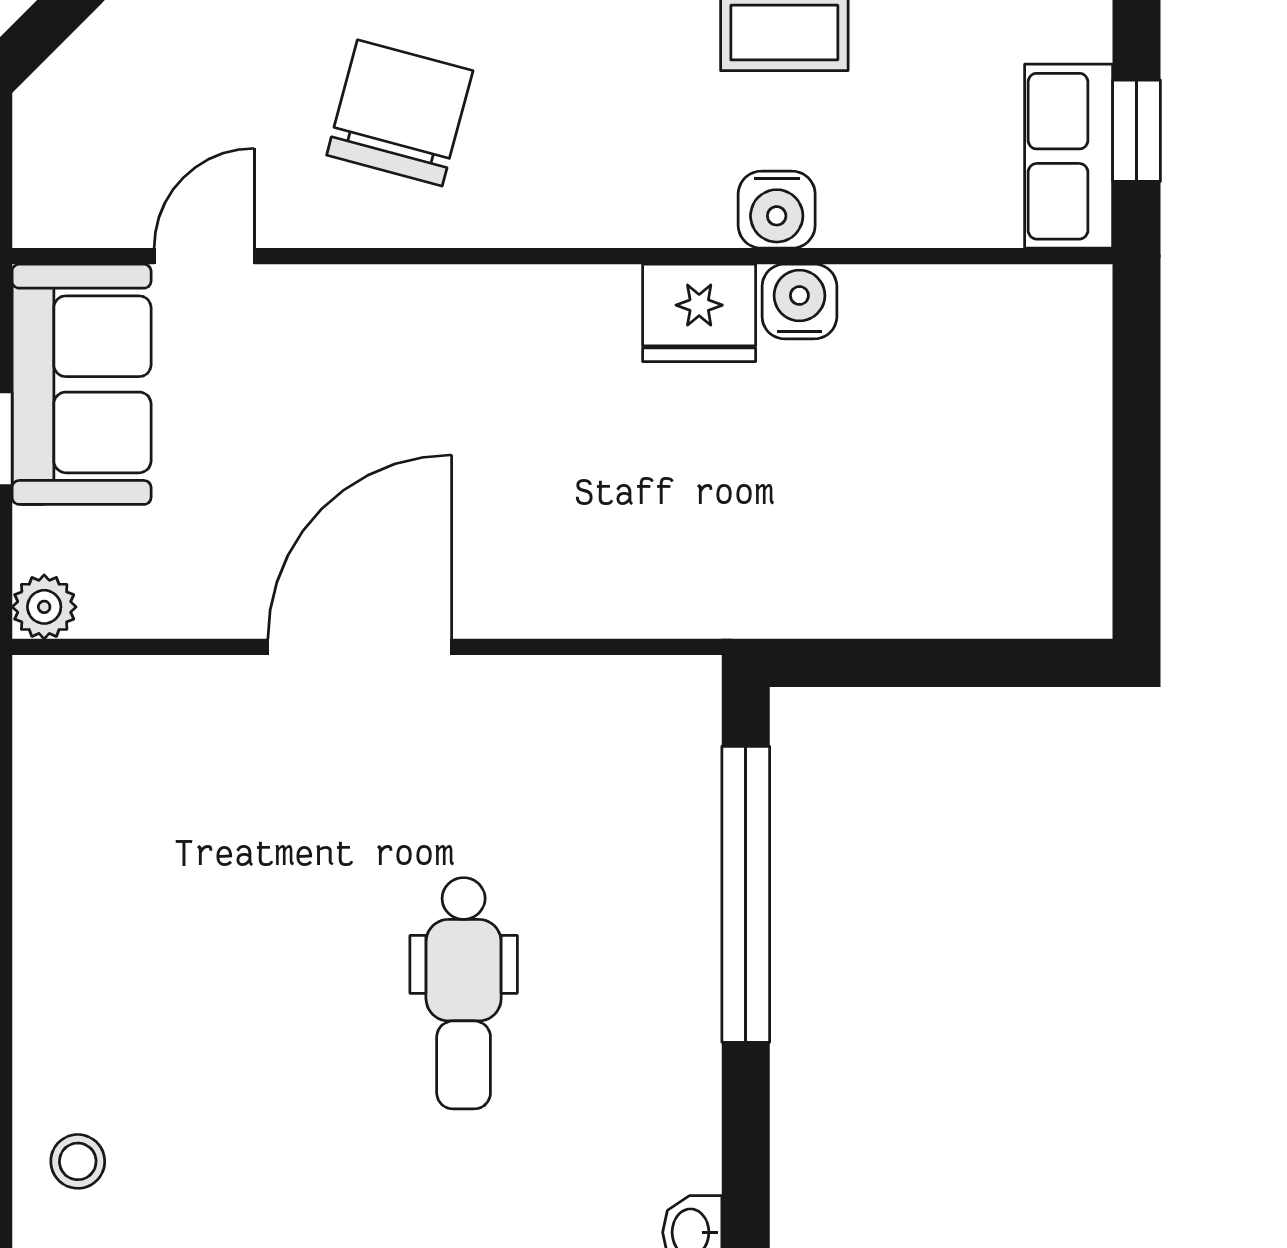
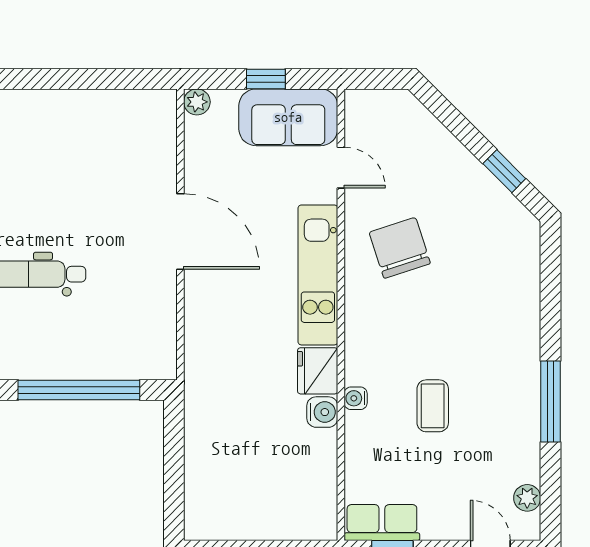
chair: (400, 113) -> (400, 248), turned -123
water cooler: (777, 210) -> (356, 398), width x0.72, depth x0.72
kitchen unit: (466, 312) -> (318, 275), added

